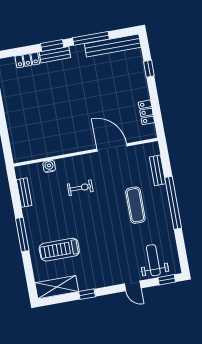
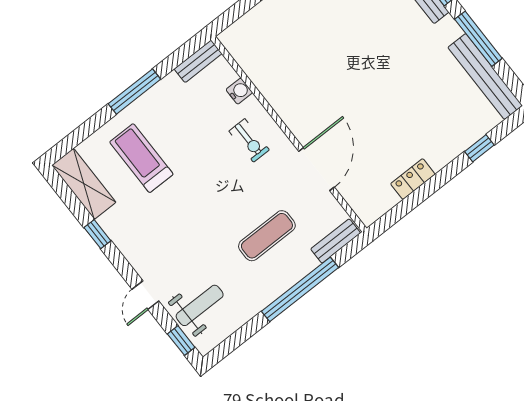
door: (112, 147) -> (317, 169), moved
wall: (86, 152) -> (289, 134), moved
water cooler: (49, 166) -> (239, 91), moved

